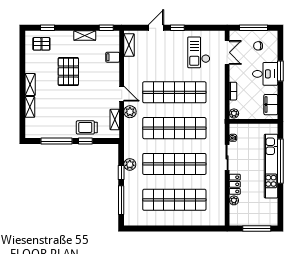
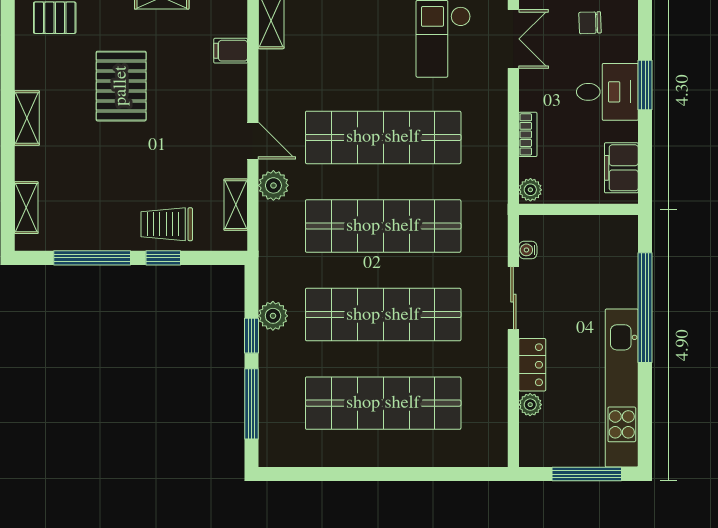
shelving: (30, 107) -> (26, 208), moved
kitchen unit: (271, 166) -> (622, 388), moved

